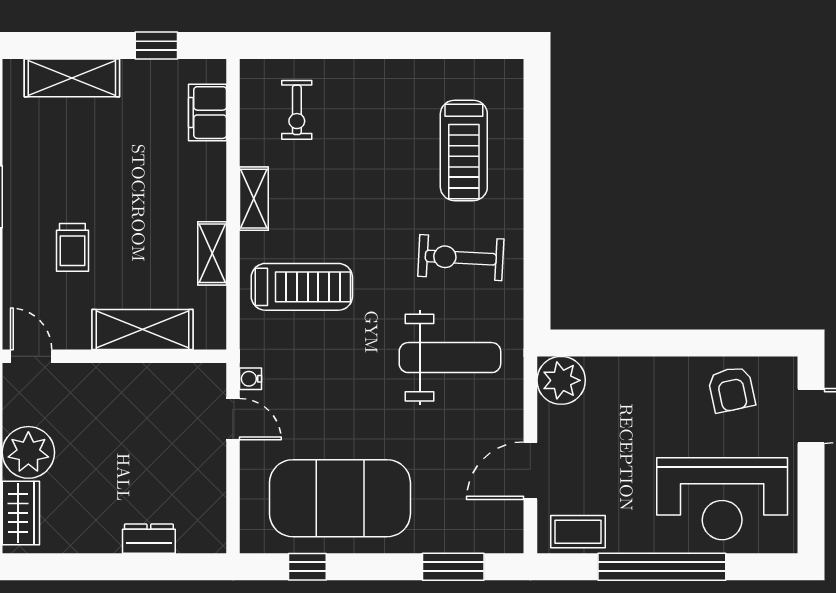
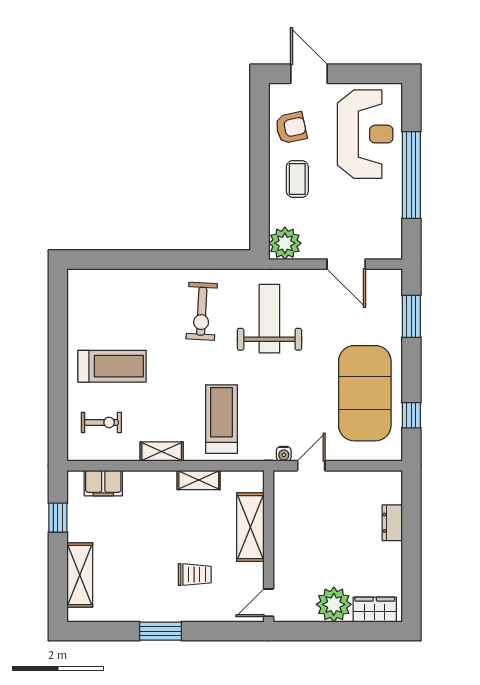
treadmill: (464, 150) -> (112, 366), moved
coffee table: (578, 532) -> (297, 179), moved

